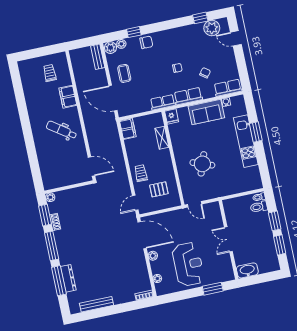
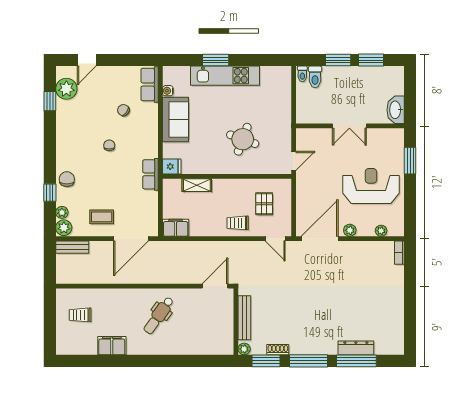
row of seats: (188, 96) -> (149, 139), removed
filing cabinet: (68, 97) -> (112, 346), moved, turned 180
bench: (96, 304) -> (244, 318), moved

